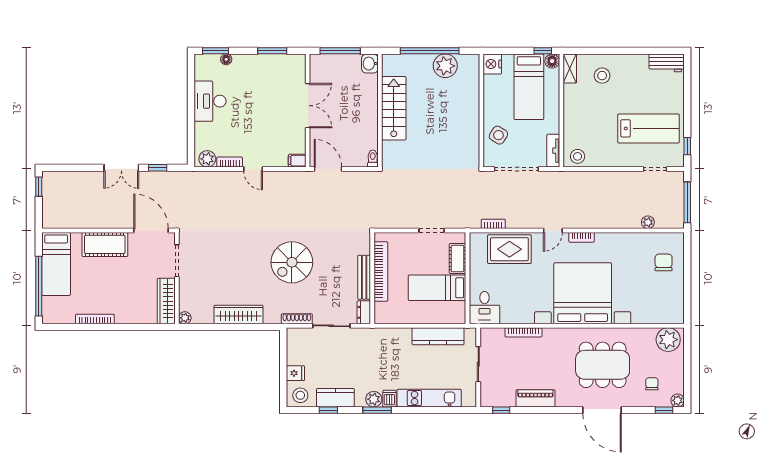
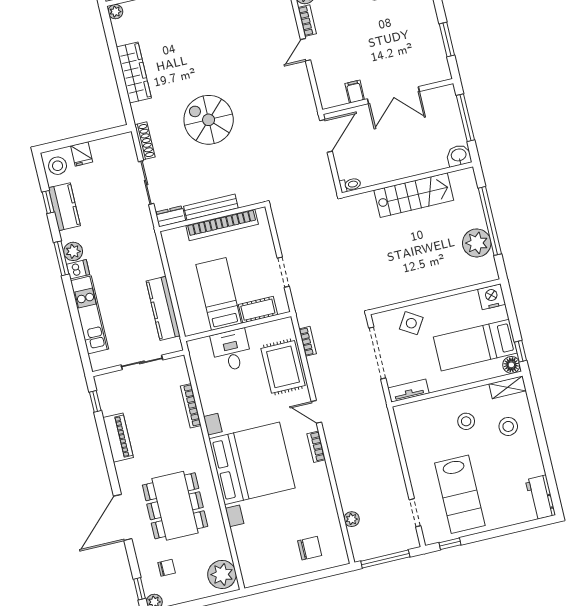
stool: (578, 156) -> (466, 421), moved
filing cabinet: (297, 161) -> (355, 92), moved
desk: (484, 308) -> (231, 350), moved, turned 90

